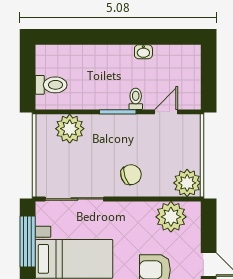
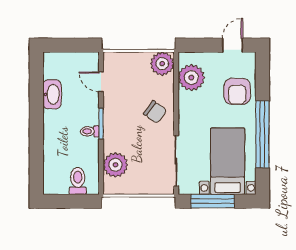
washbasin: (143, 52) -> (52, 94), width x1.91, depth x1.45
toilet: (136, 99) -> (90, 131), moved
chair: (131, 175) -> (155, 112), turned 146

